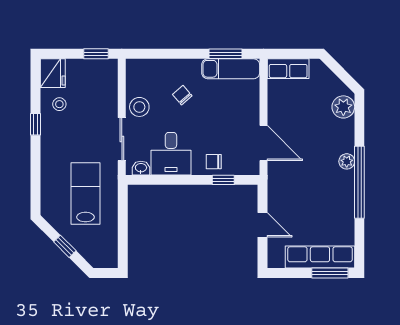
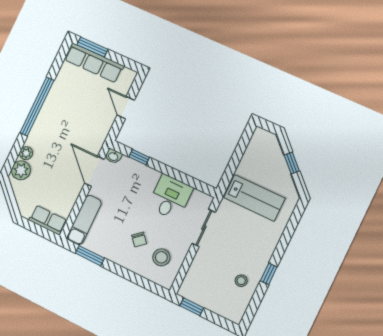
exam couch: (231, 69) -> (84, 220), moved, turned 90
fridge: (53, 73) -> (234, 309), removed
stool: (139, 107) -> (161, 257), moved
plant: (347, 161) -> (26, 153), moved
chair: (214, 162) -> (140, 175), removed
washbasin: (141, 168) -> (113, 156), moved
lab bench: (85, 194) -> (254, 198), turned -90

